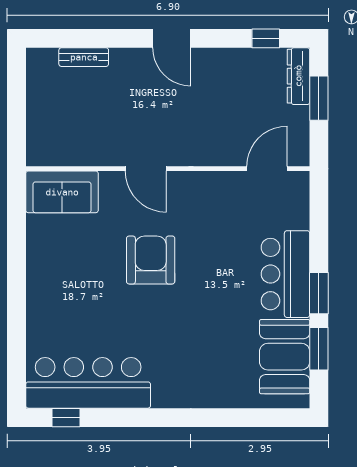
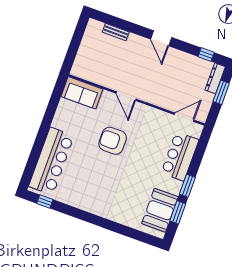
armchair: (151, 260) -> (113, 141), turned -90
bar counter: (285, 274) -> (180, 156), moved
bar counter: (88, 383) -> (51, 161), moved, turned 90

